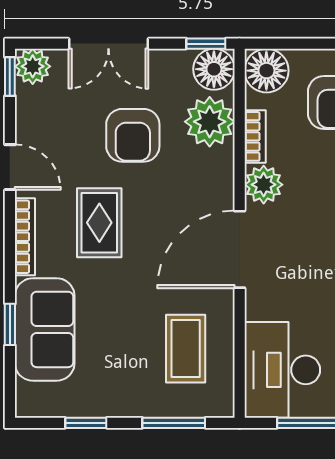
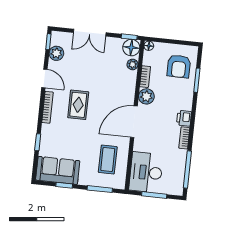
plant: (33, 66) -> (56, 53), moved
floor lamp: (266, 71) -> (149, 46), width x0.53, depth x0.53
plant: (210, 122) -> (132, 64), width x0.53, depth x0.53
armchair: (133, 135) -> (96, 71), removed
sofa: (45, 329) -> (58, 170), moved, turned -90

